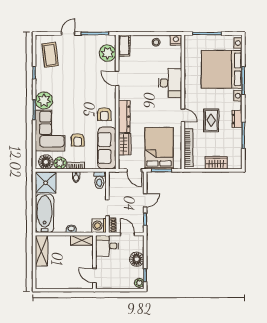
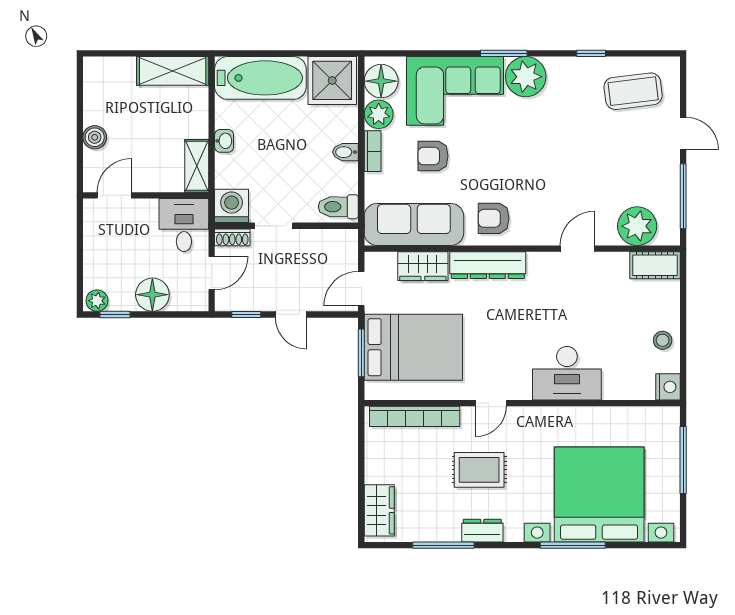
wardrobe: (216, 163) -> (379, 510), moved
boiler: (70, 284) -> (95, 137), added

